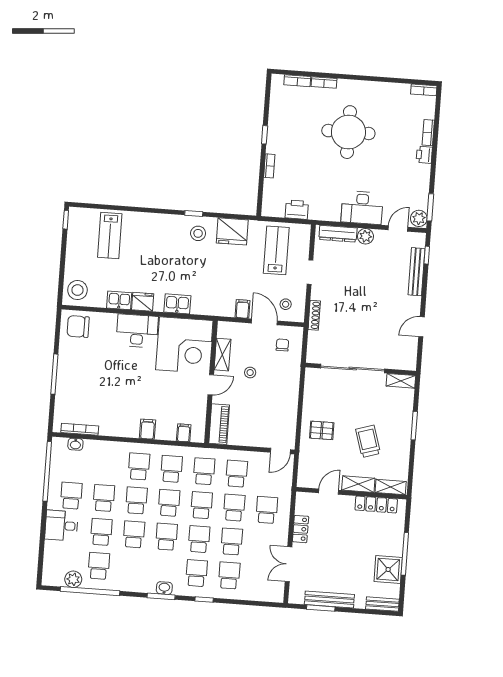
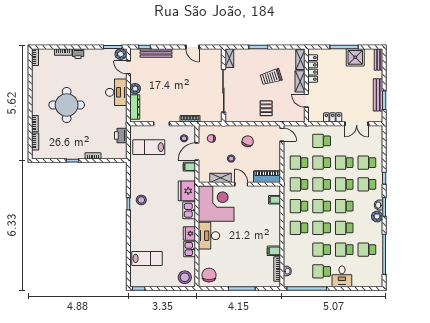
fridge: (232, 231) -> (187, 191), moved, turned 180
chair: (78, 327) -> (209, 275), turned 180
chair: (274, 399) -> (248, 141), added
filing cabinet: (148, 429) -> (274, 251), moved
plant: (73, 579) -> (377, 217), moved

